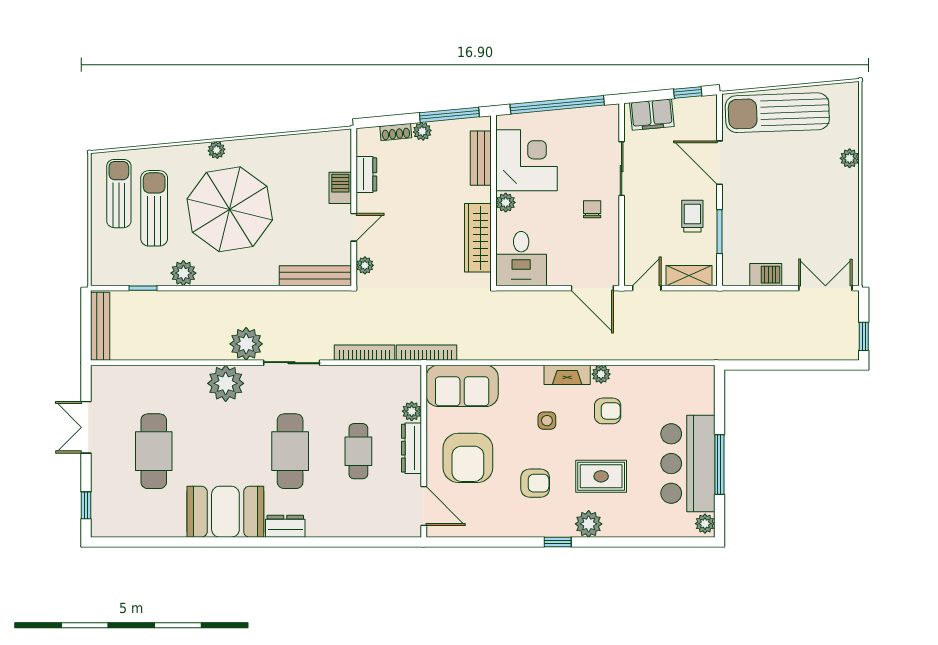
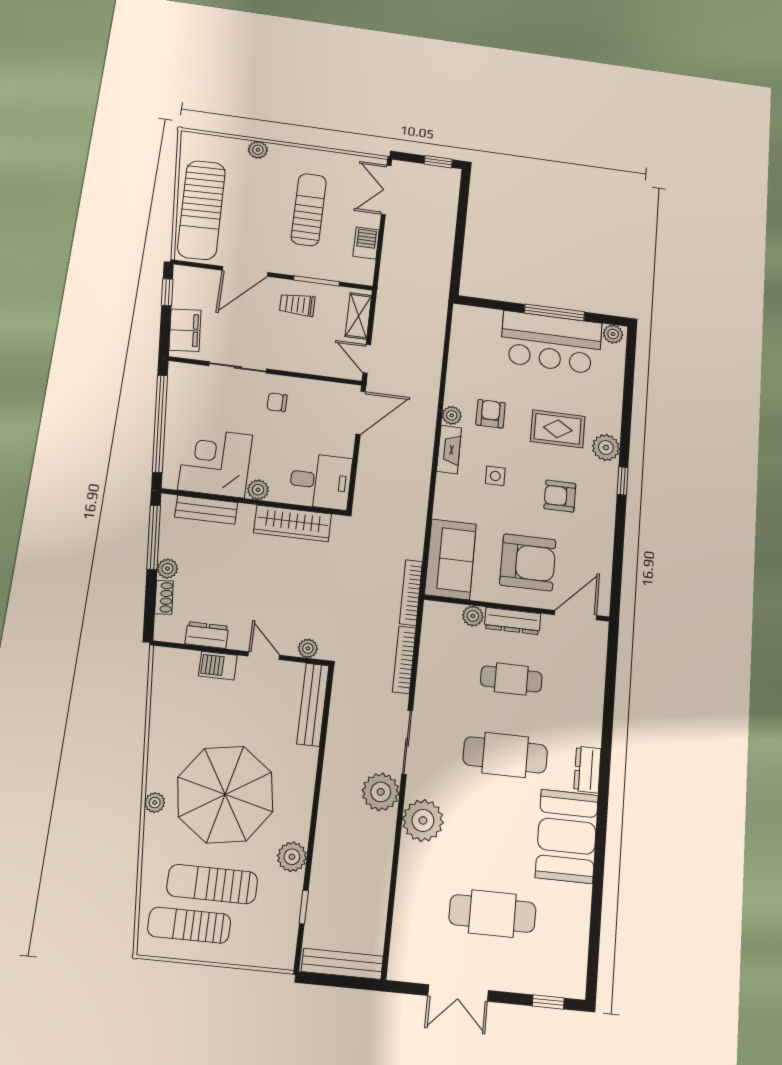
sun lounger: (793, 215) -> (309, 210), added
rug: (601, 476) -> (558, 429), turned 90
armchair: (535, 483) -> (560, 496), turned -90

